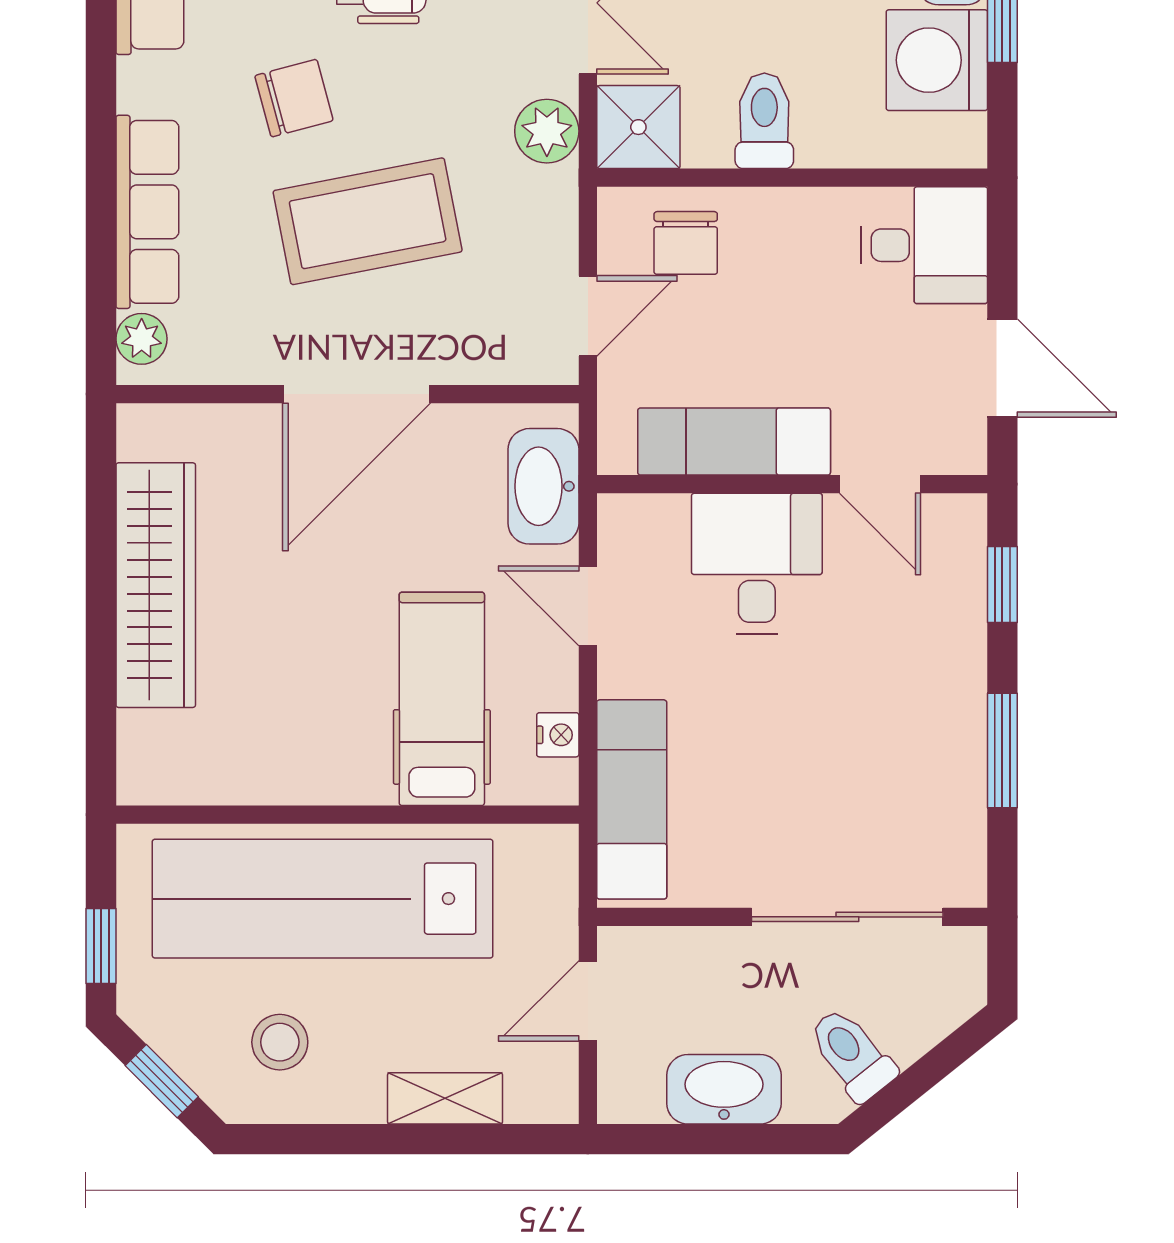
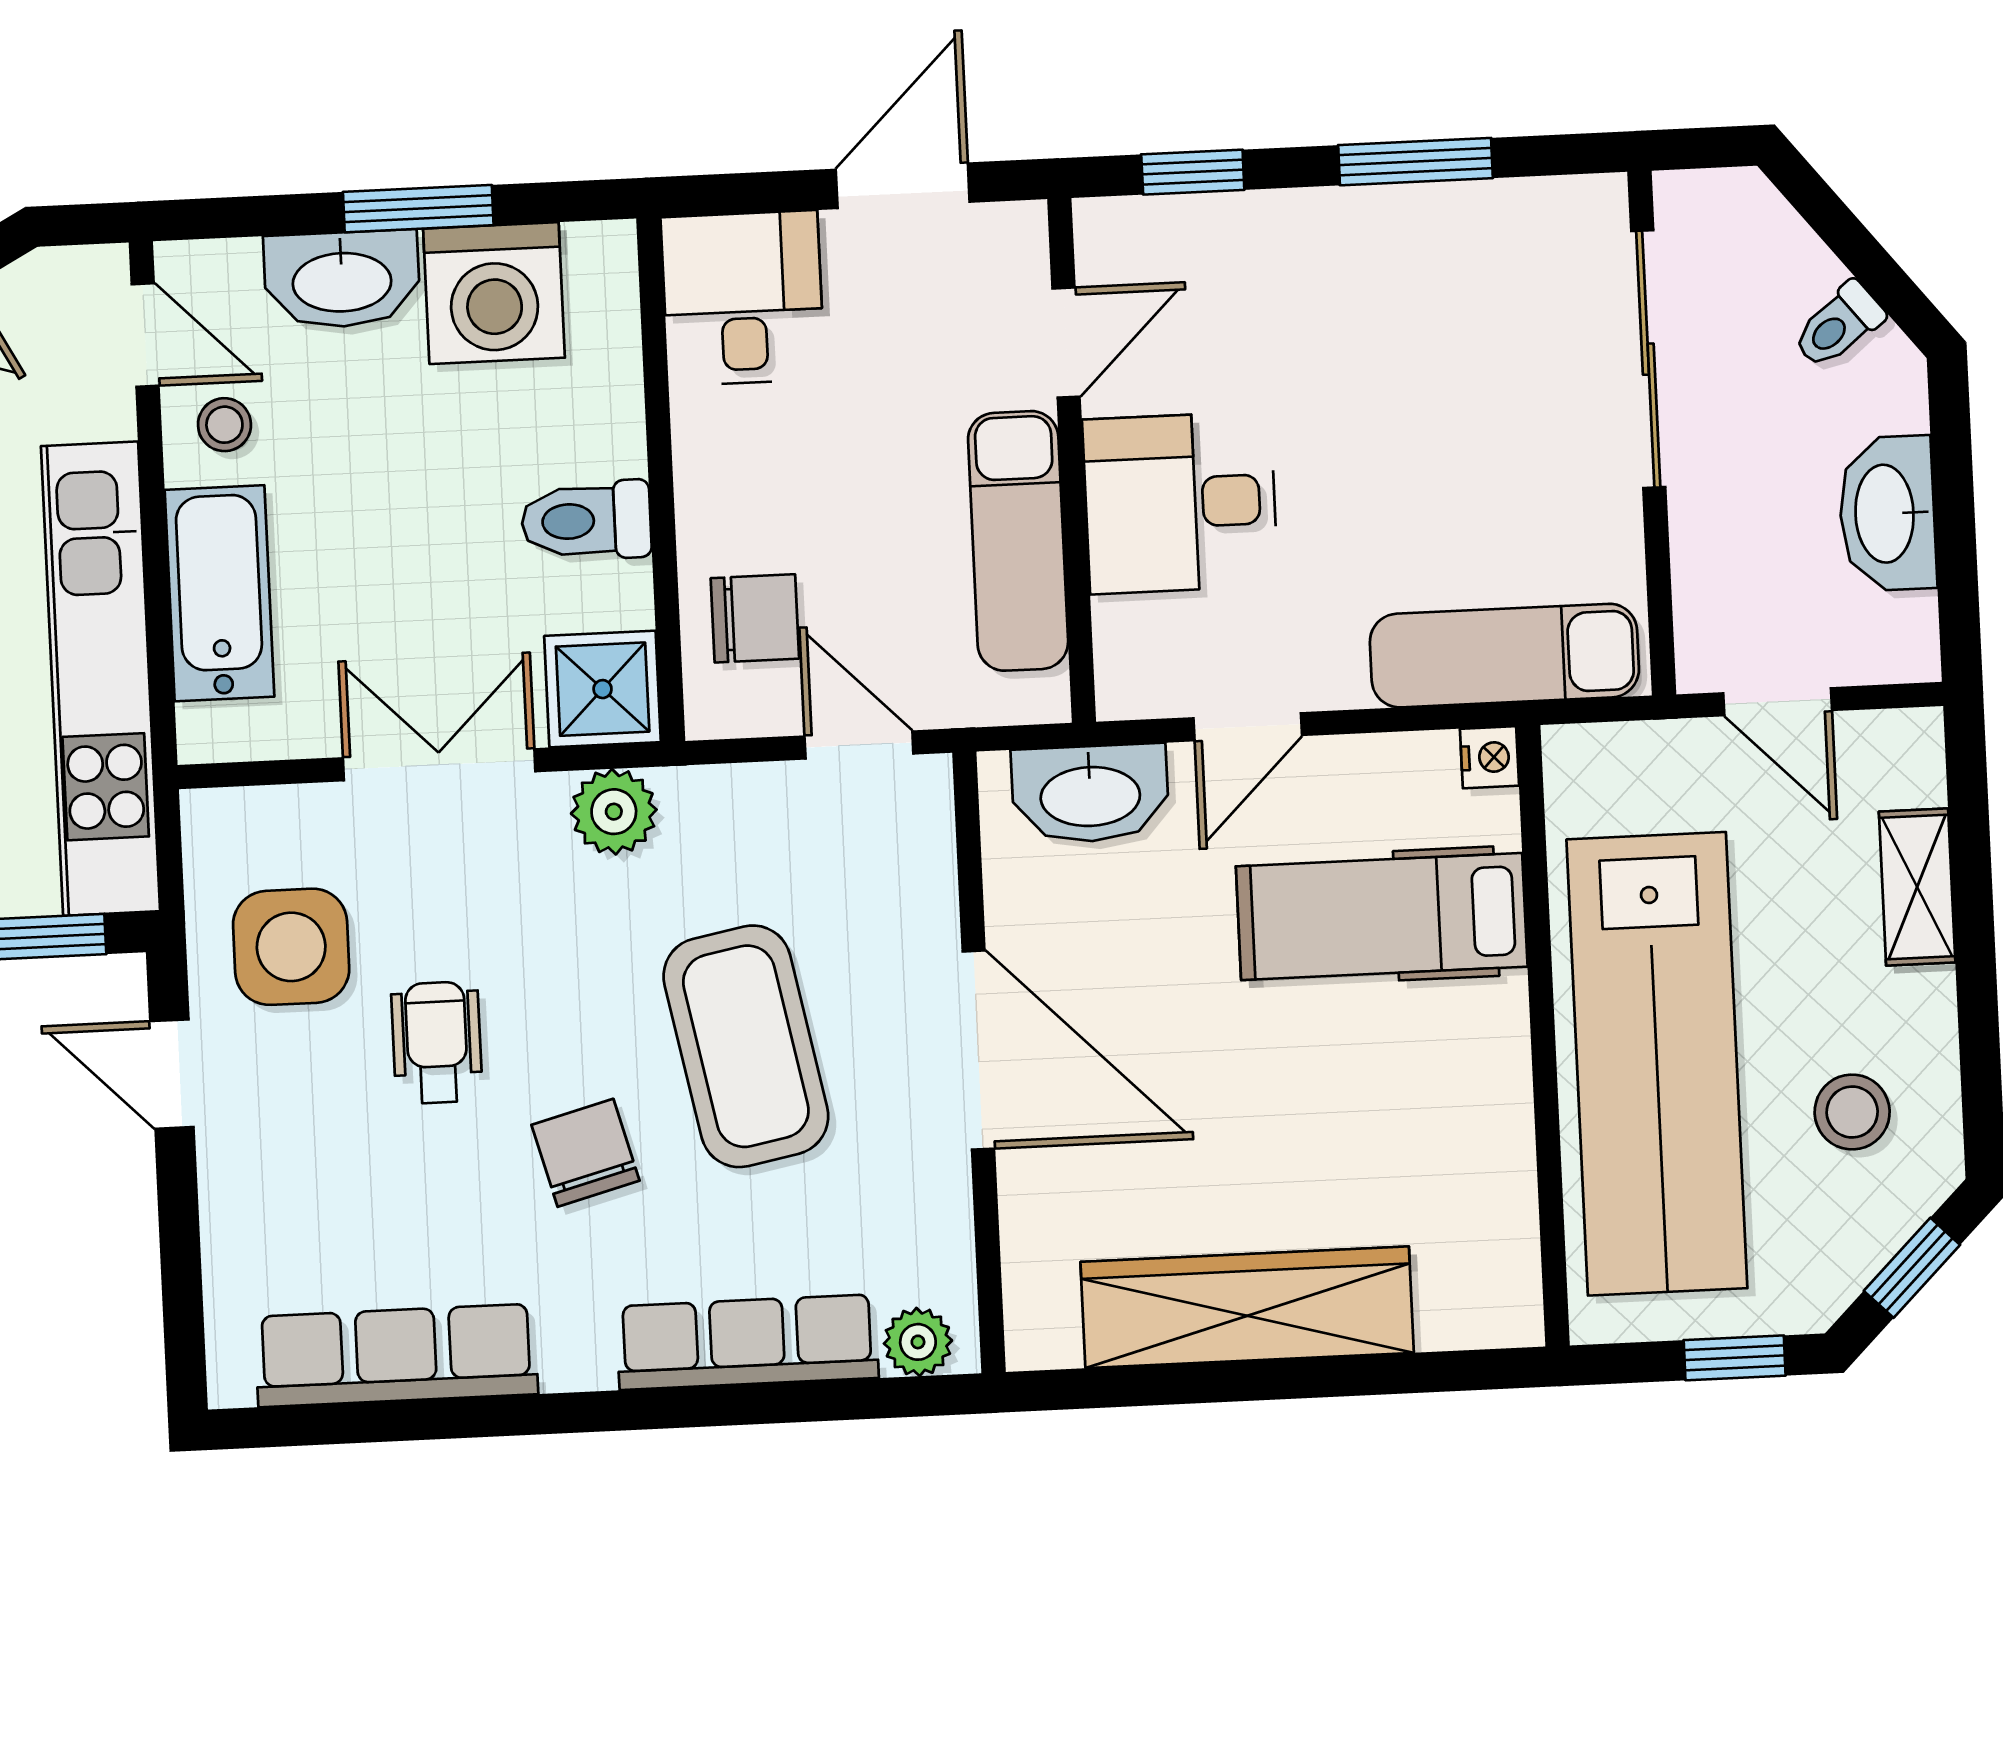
nightstand: (558, 735) -> (1489, 757), moved, turned 90
toilet: (852, 1054) -> (1838, 325), width x0.73, depth x0.72

